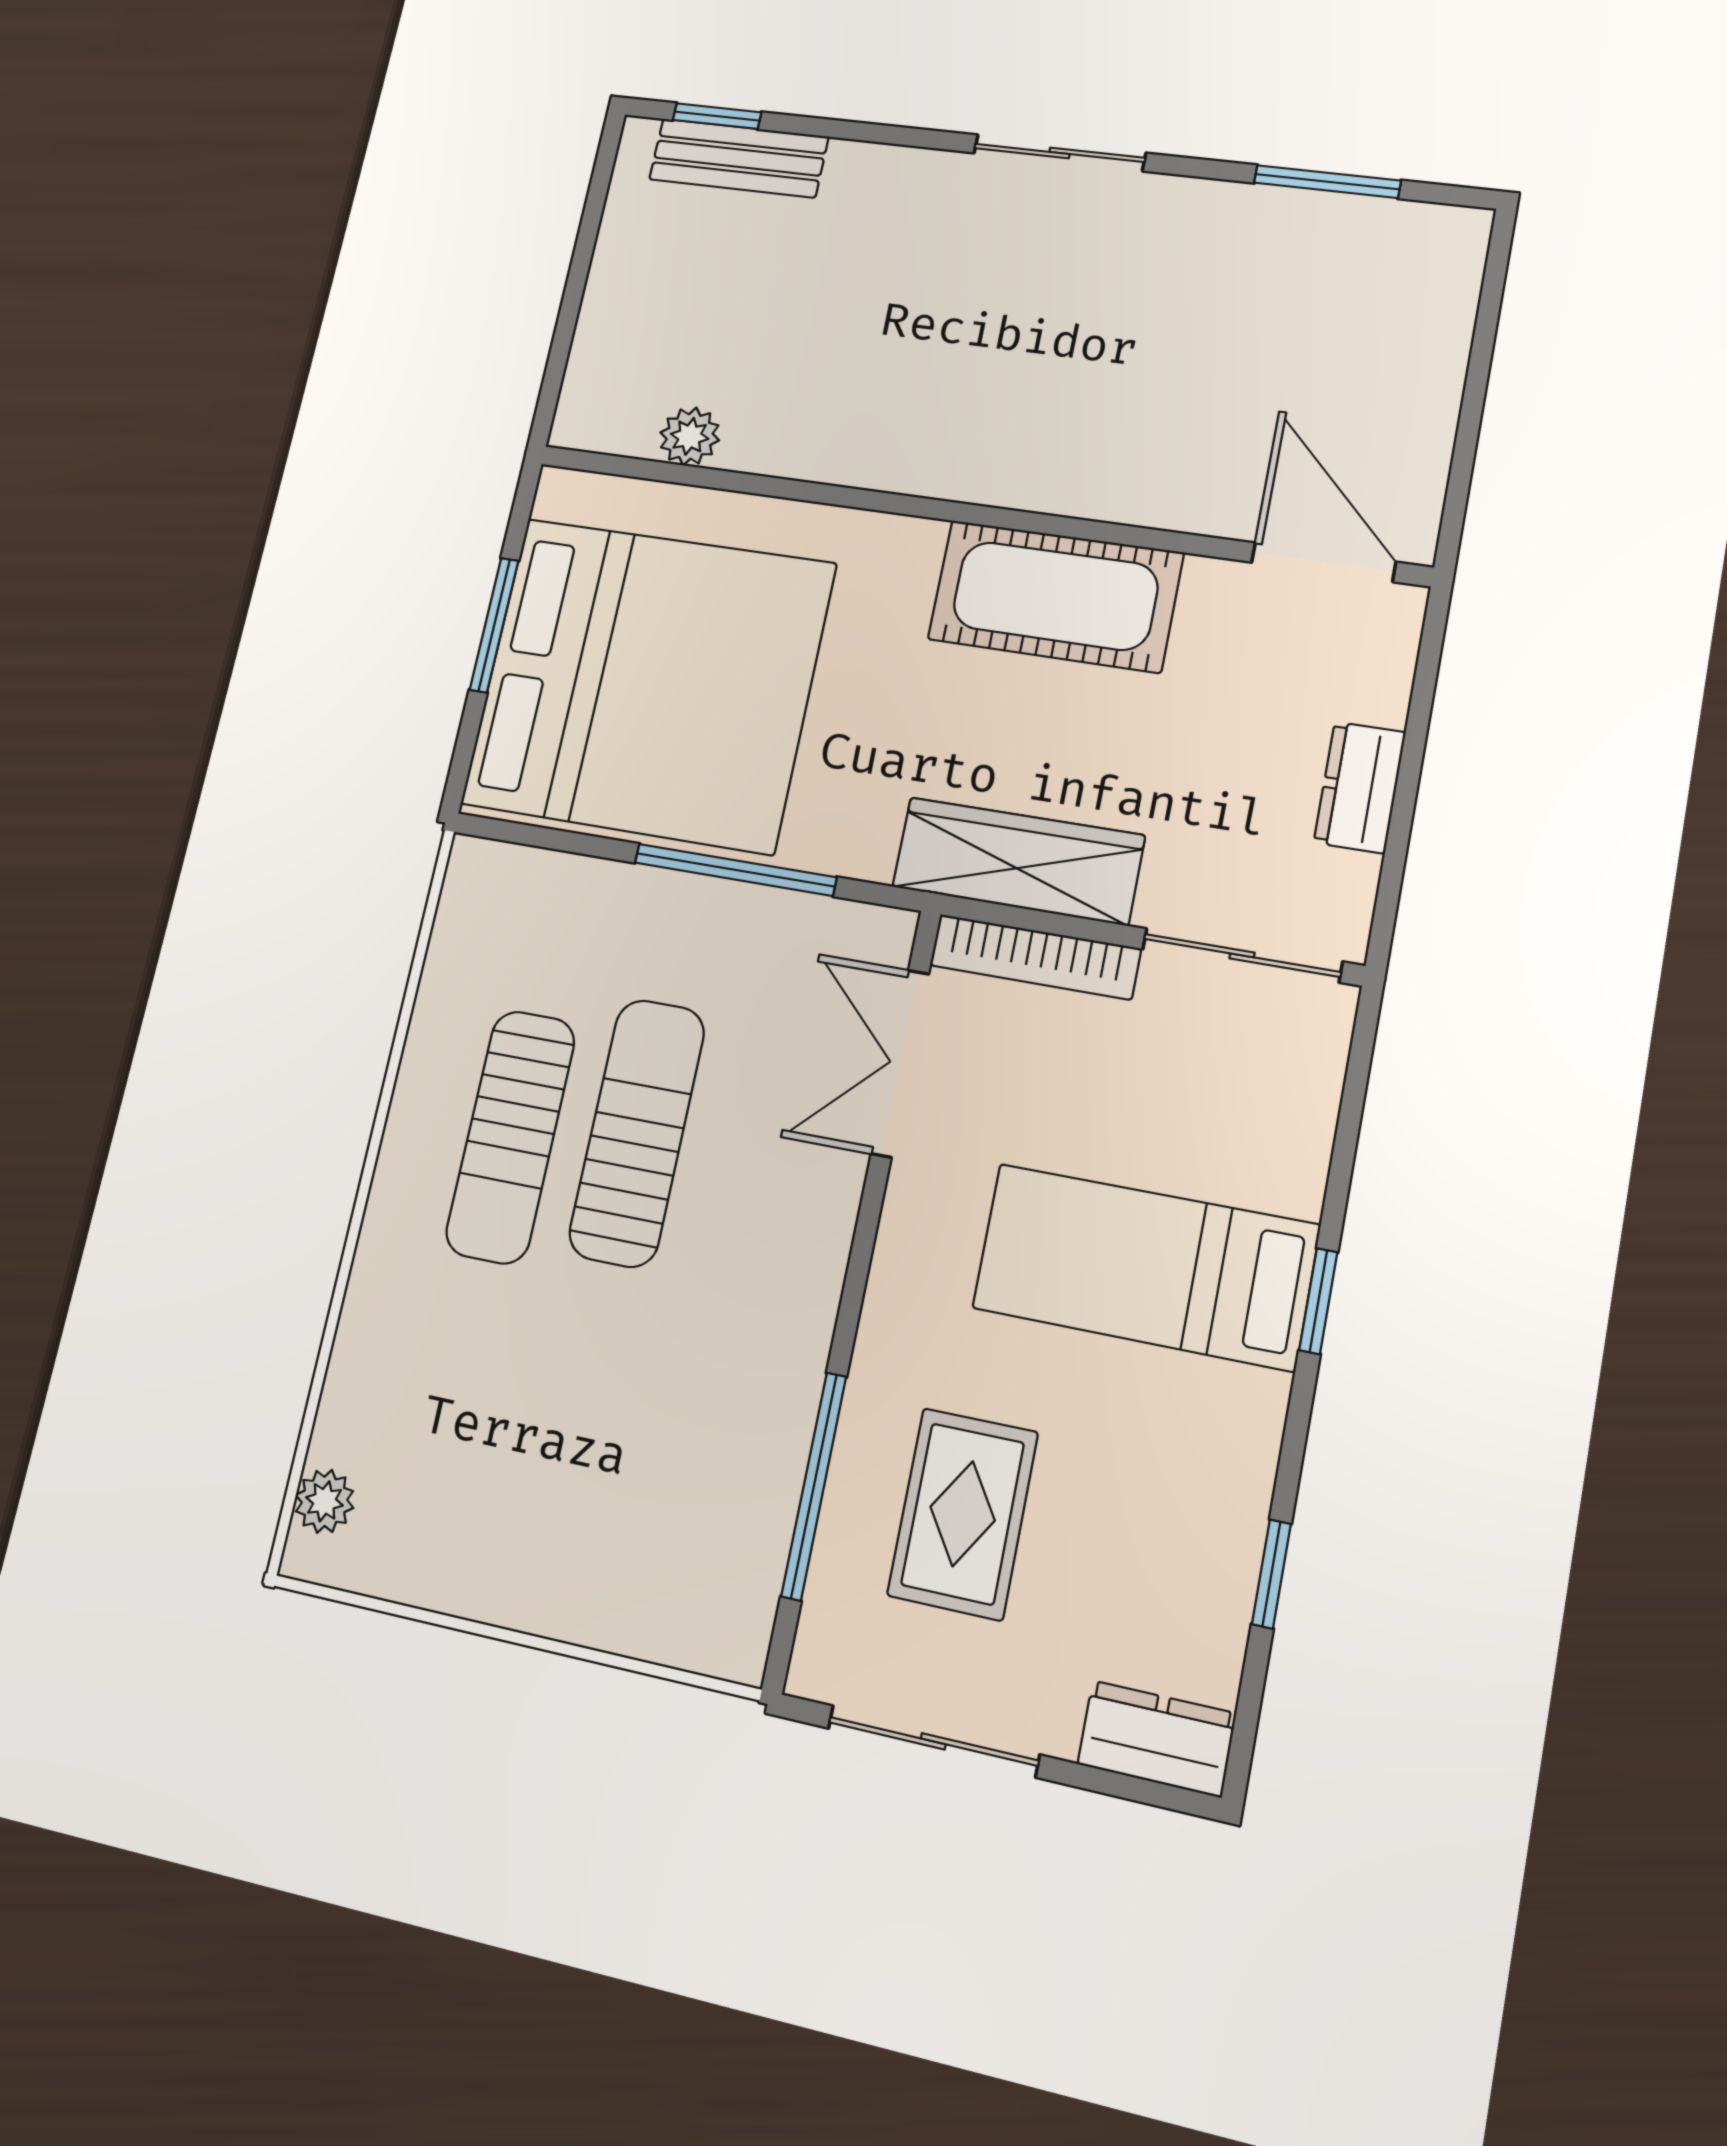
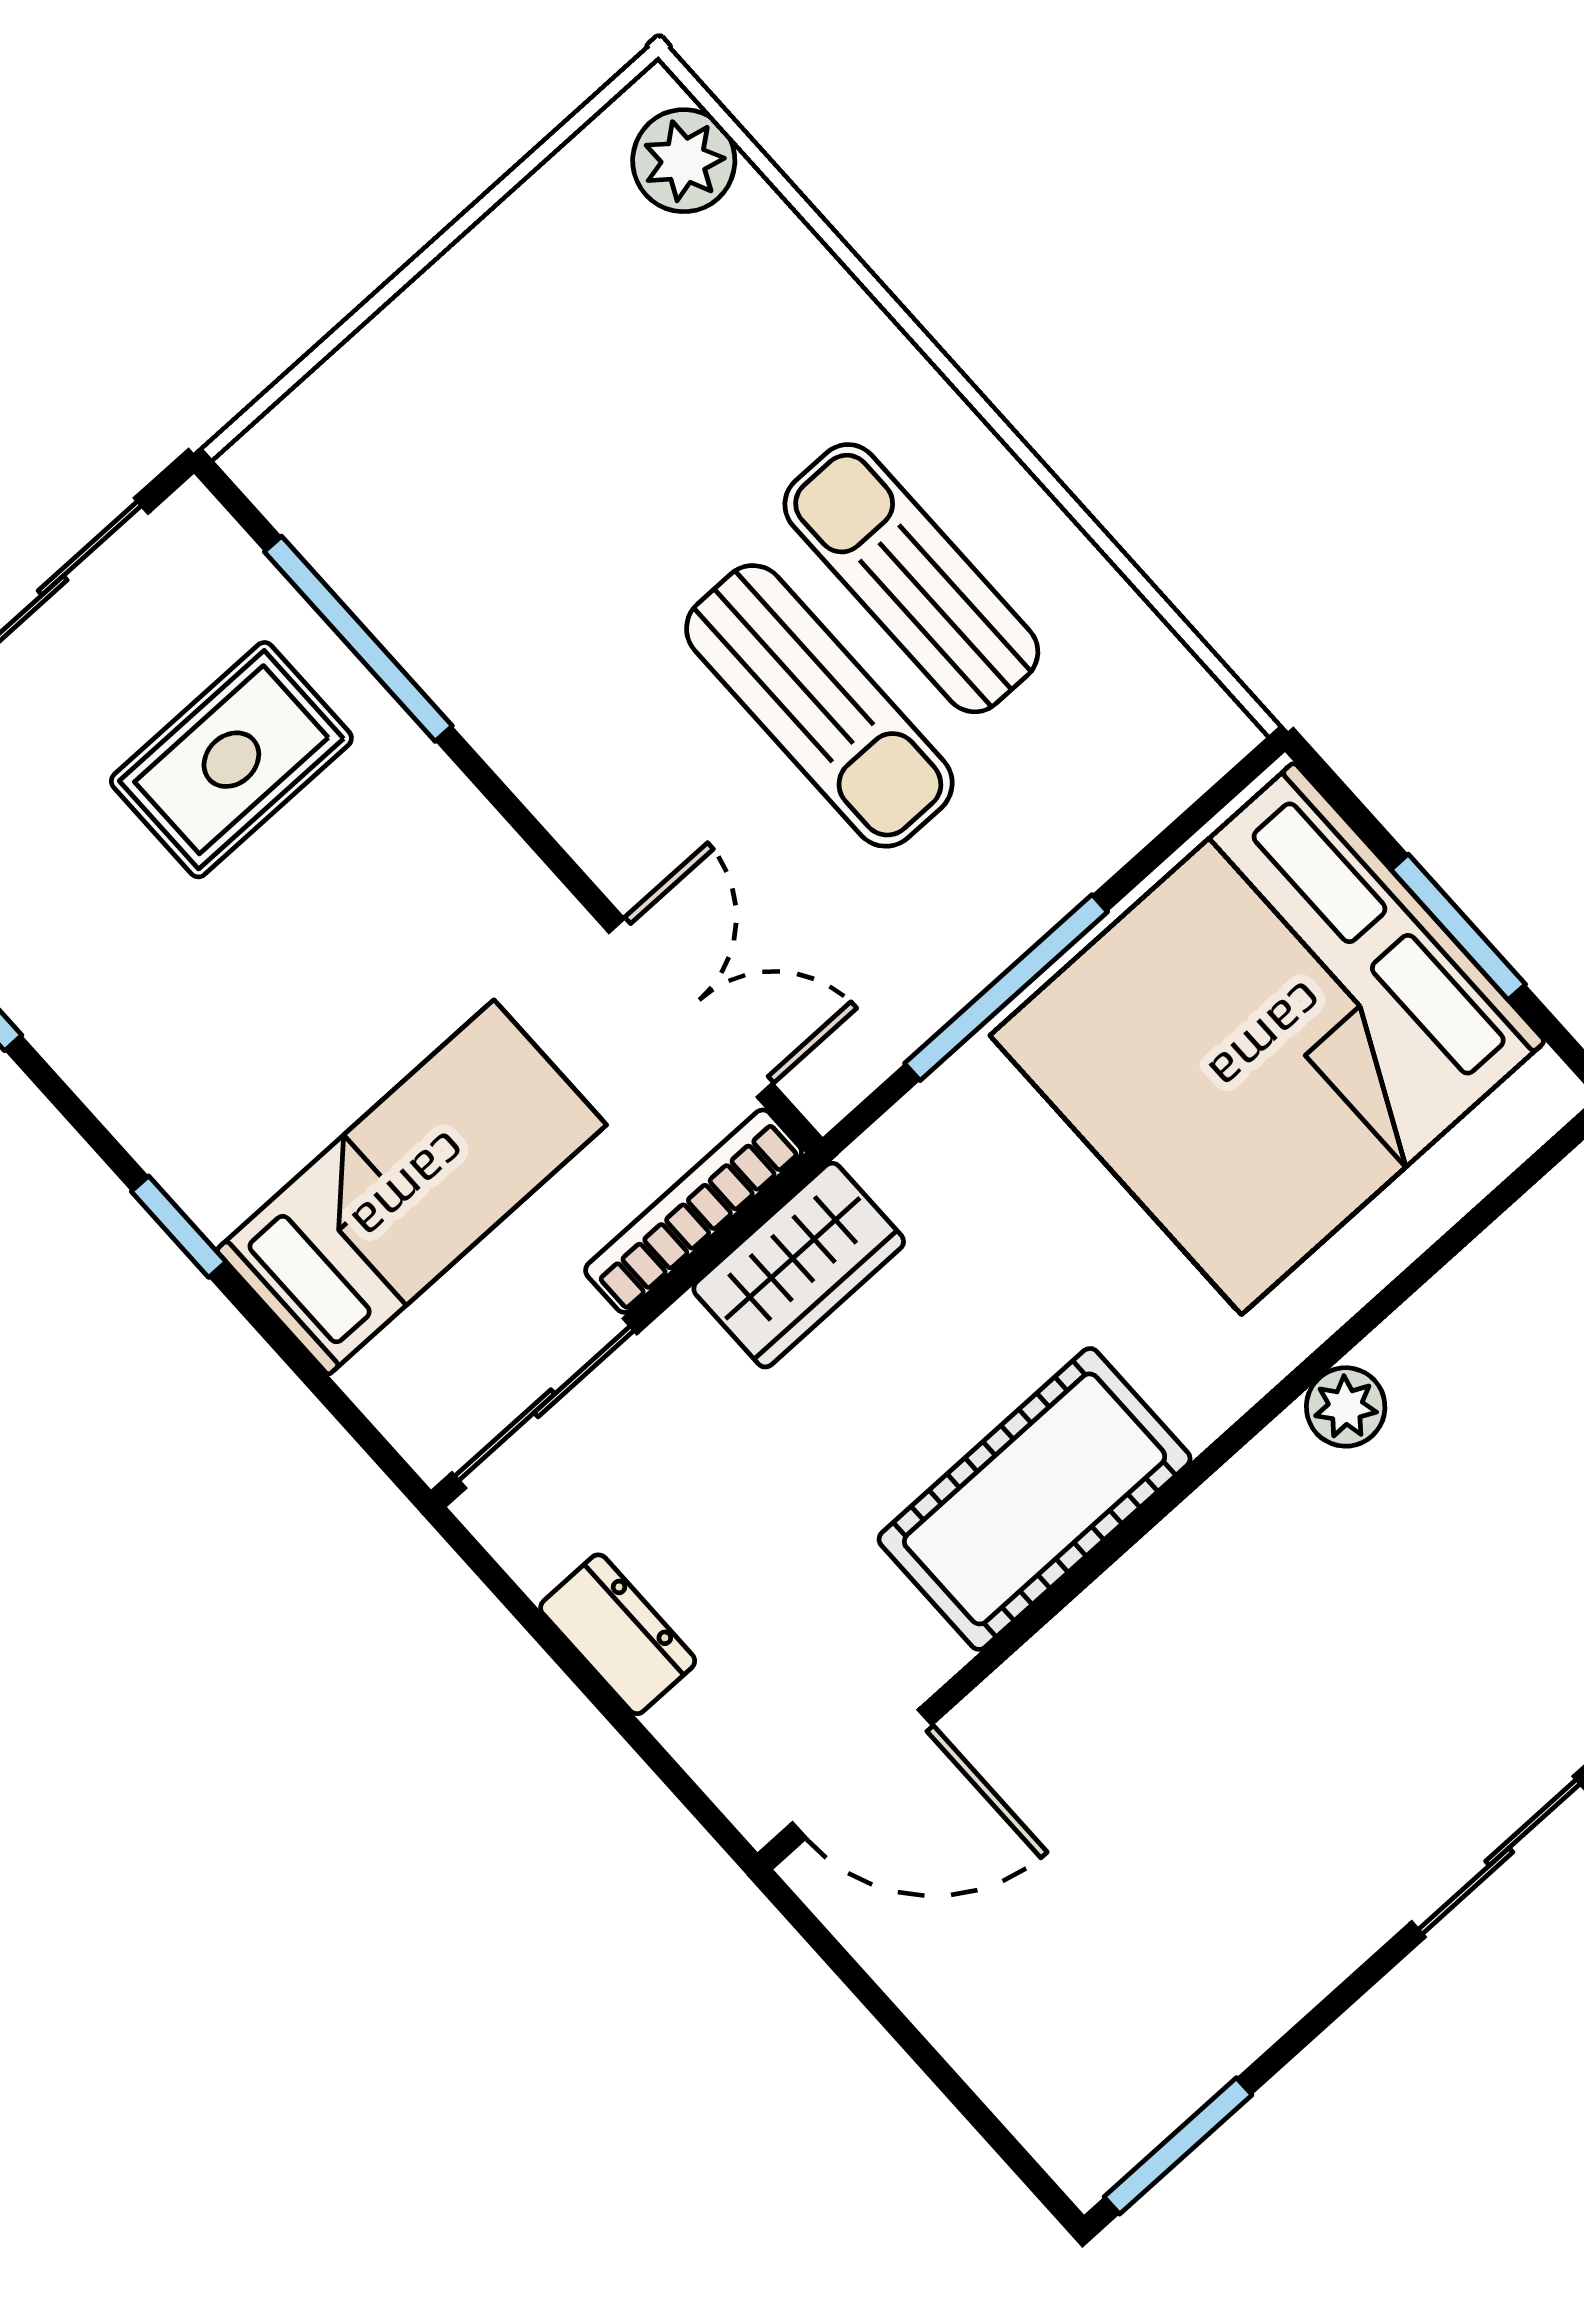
window: (1327, 182) -> (1178, 2146), moved
plant: (690, 436) -> (1346, 1407), moved
wardrobe: (1018, 861) -> (799, 1265), width x0.67
bed: (1145, 1266) -> (411, 1188), moved
plant: (324, 1501) -> (684, 161), width x1.38, depth x1.38
rug: (963, 1514) -> (231, 760), turned 90

